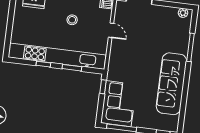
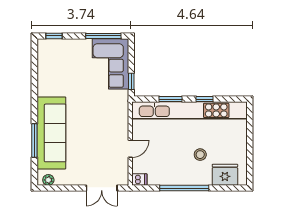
stool: (72, 20) -> (200, 155), moved
door: (111, 30) -> (130, 149), swing flipped
sofa: (171, 84) -> (51, 133), moved

